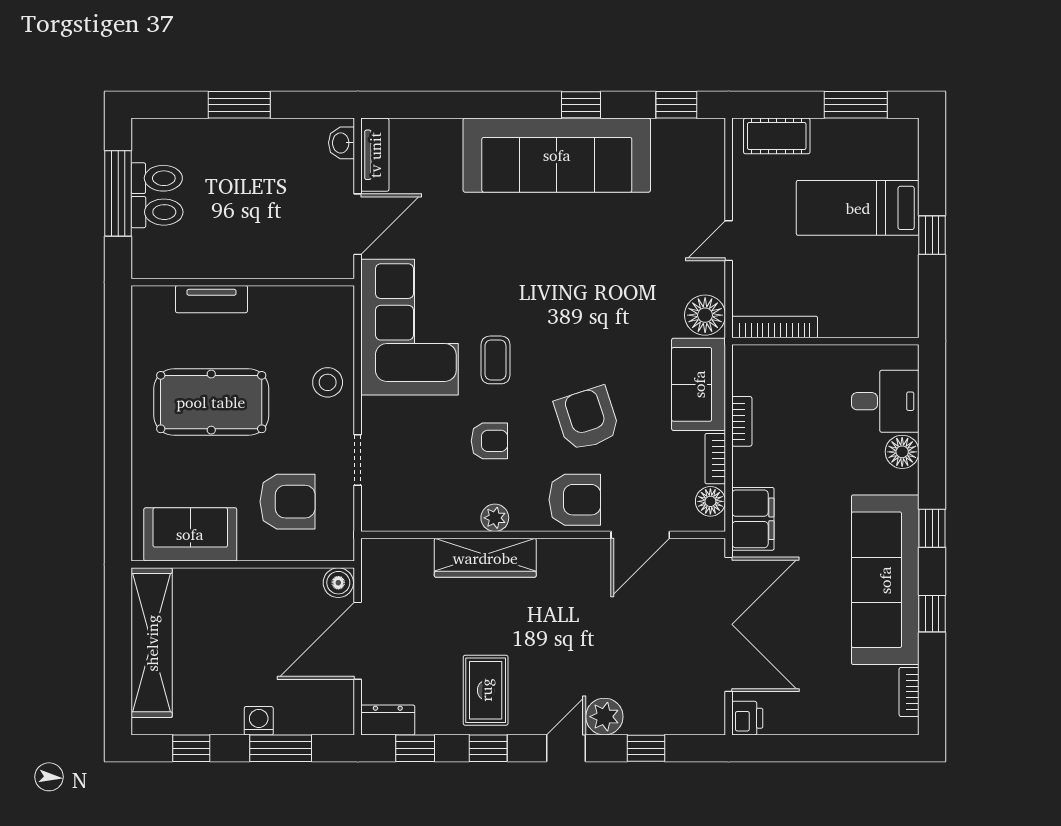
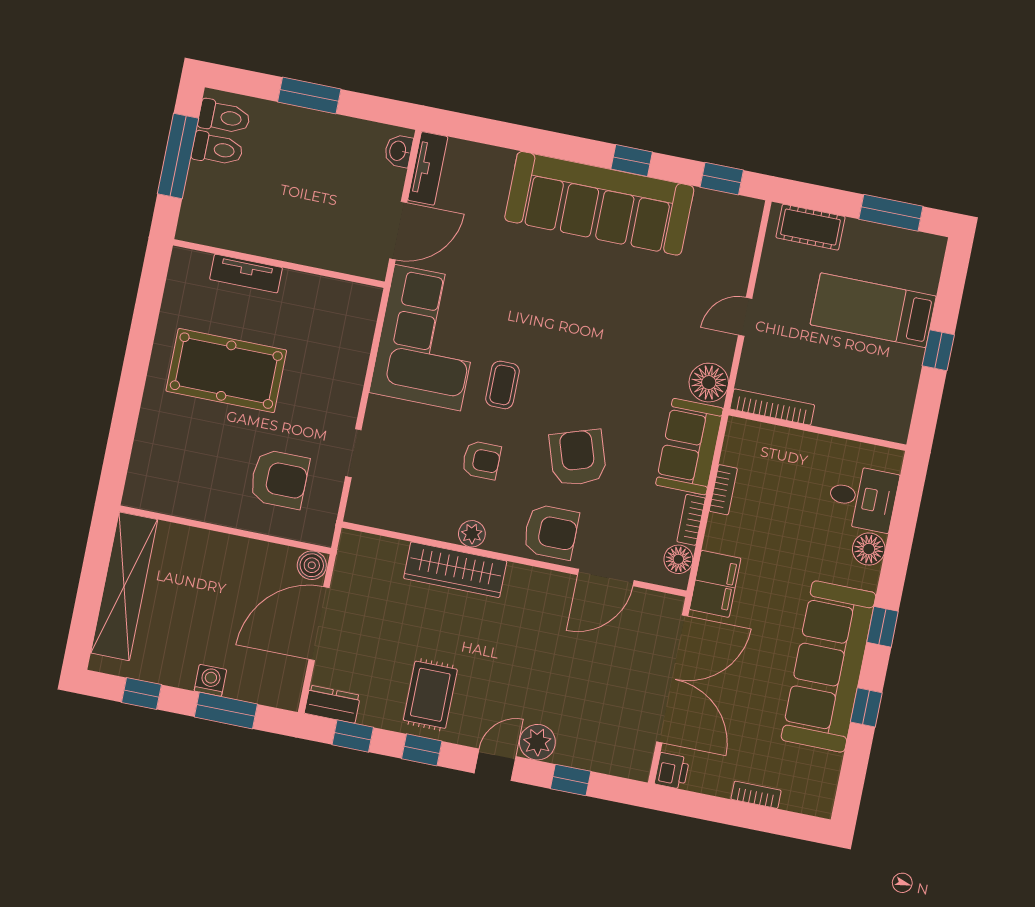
toilet: (157, 212) -> (224, 117), moved
stool: (328, 382) -> (340, 374), removed
sofa: (190, 534) -> (181, 491), removed
bookcase: (909, 692) -> (756, 795), moved, turned 90

